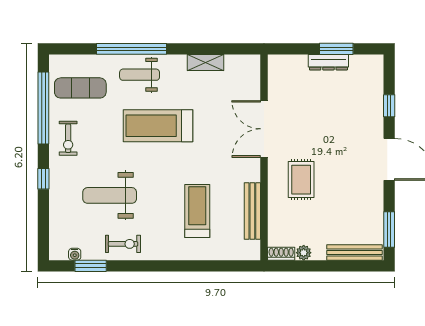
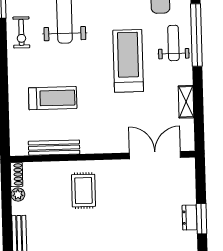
dresser: (328, 62) -> (190, 217), width x0.70
double door: (264, 129) -> (155, 155), moved
rug: (301, 180) -> (83, 191), turned 90

